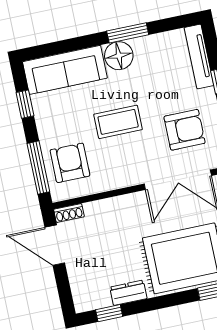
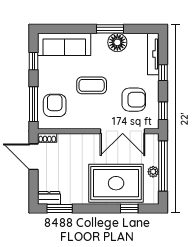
floor lamp: (119, 56) -> (117, 42), moved
dresser: (128, 293) -> (49, 198), moved
window: (109, 313) -> (60, 208), width x1.50

